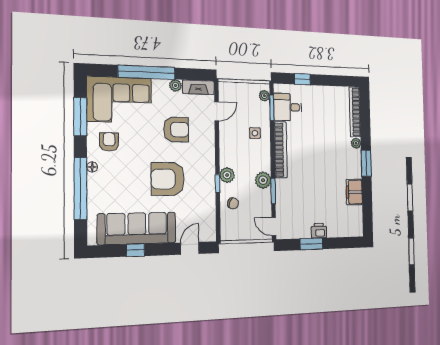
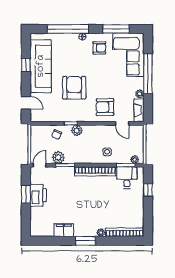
armchair: (176, 130) -> (105, 107), moved, turned 90
plant: (263, 180) -> (58, 157), moved
printer: (319, 231) -> (38, 195), width x1.87, depth x1.48

